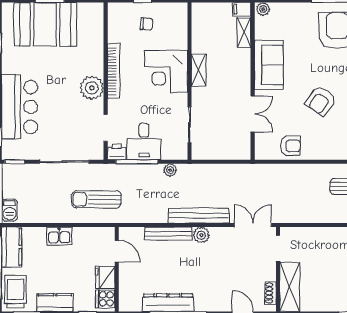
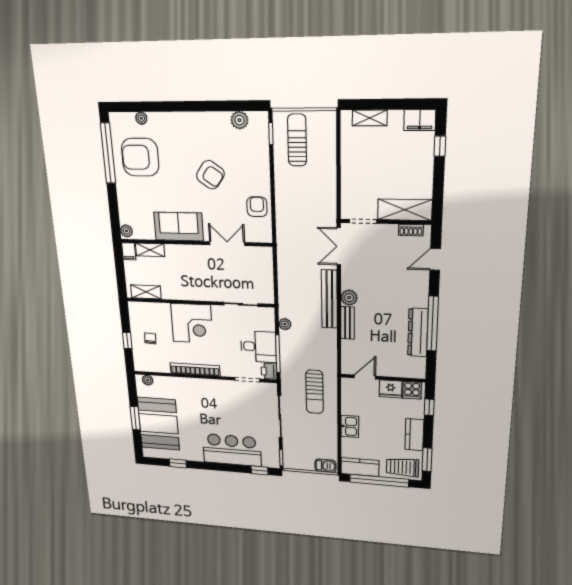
shelving: (199, 70) -> (146, 292), moved
plant: (92, 88) -> (148, 380), moved, width x0.53, depth x0.53
bench: (168, 234) -> (347, 323), width x0.73

